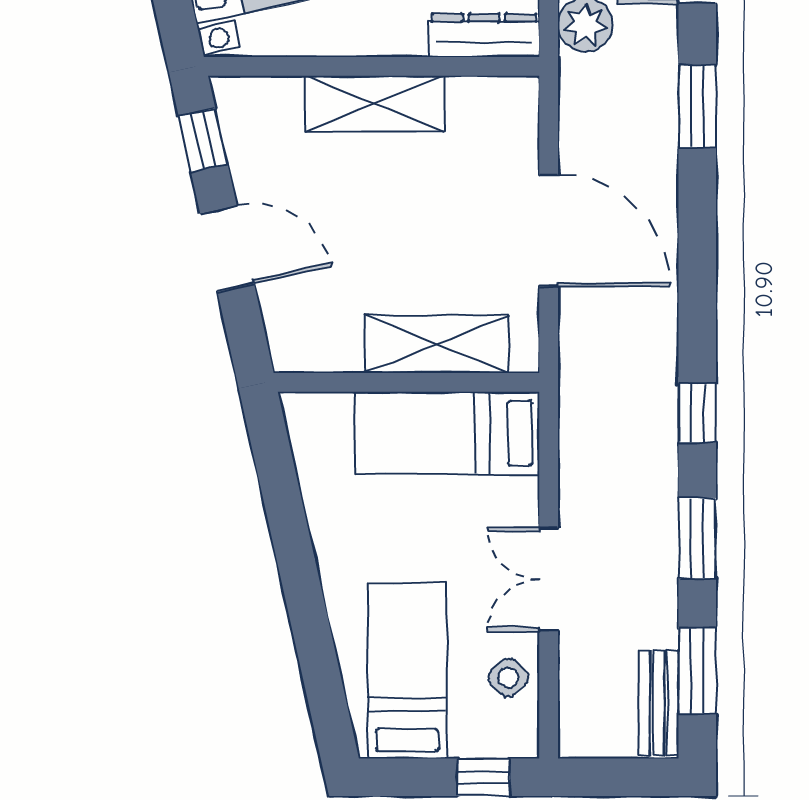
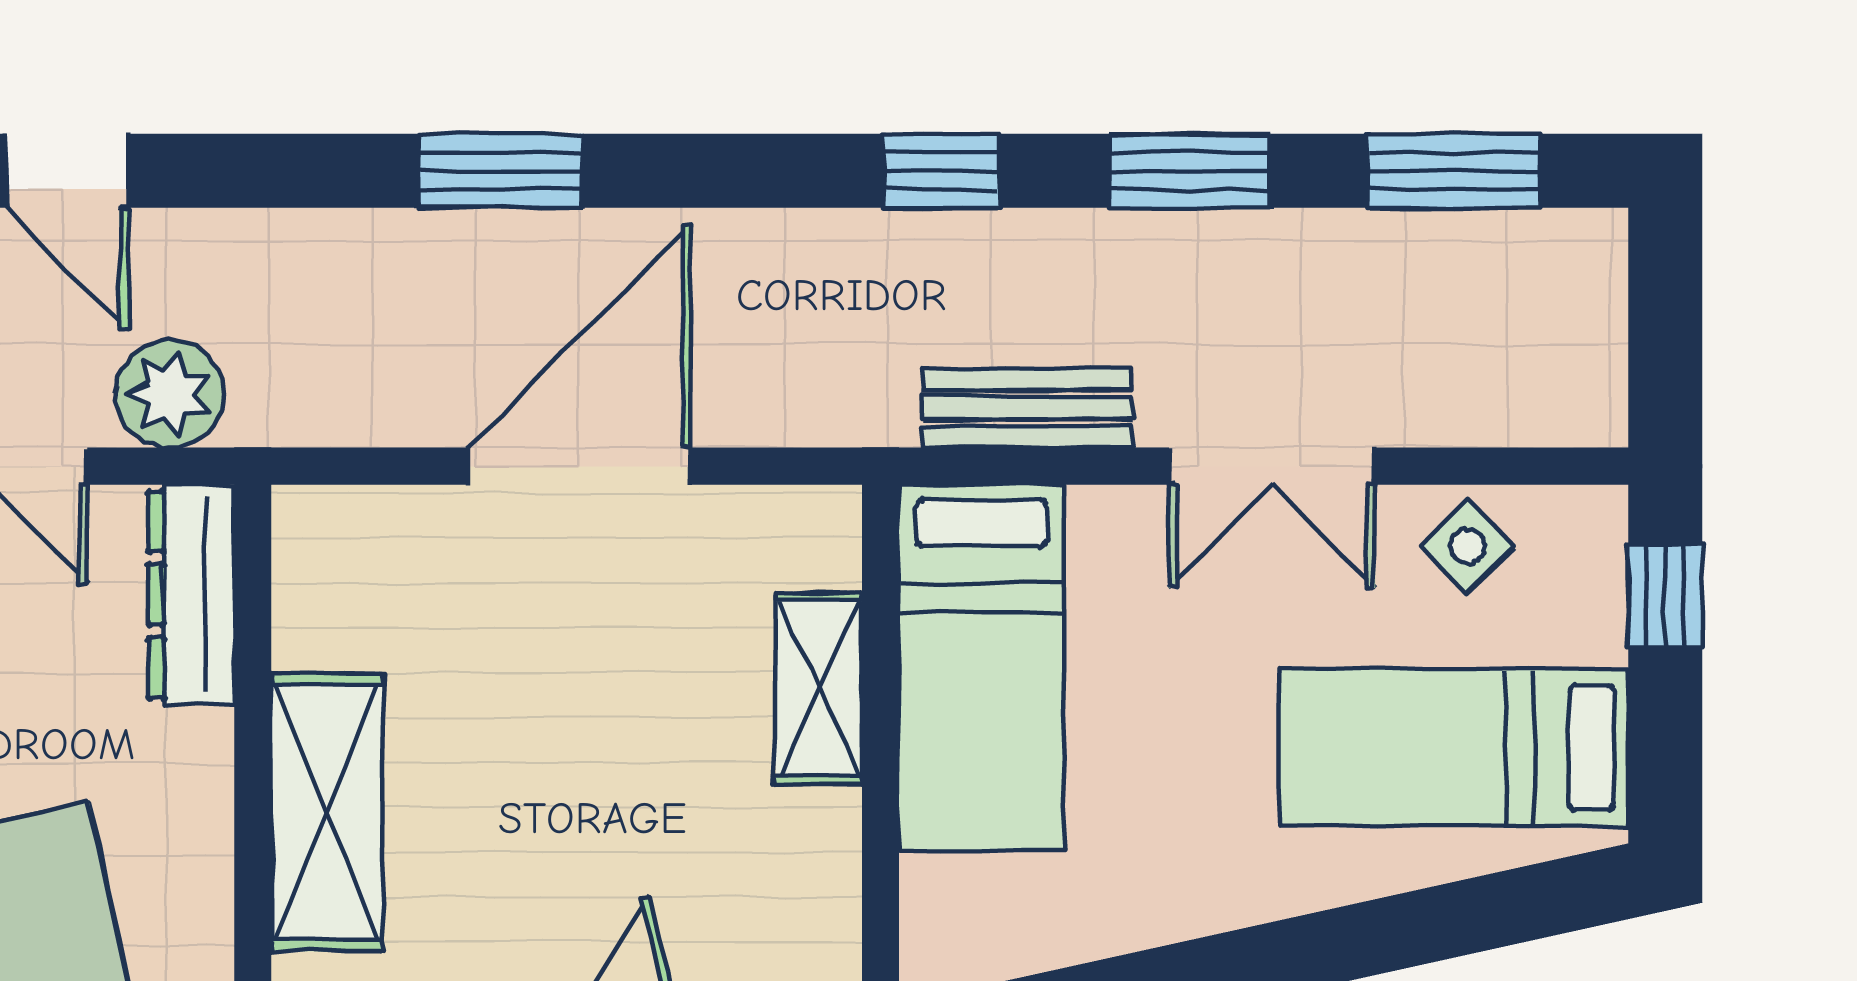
window: (697, 106) -> (501, 171), moved
shelving: (437, 344) -> (819, 689), width x0.67, depth x0.75
bench: (659, 703) -> (1027, 408), moved

